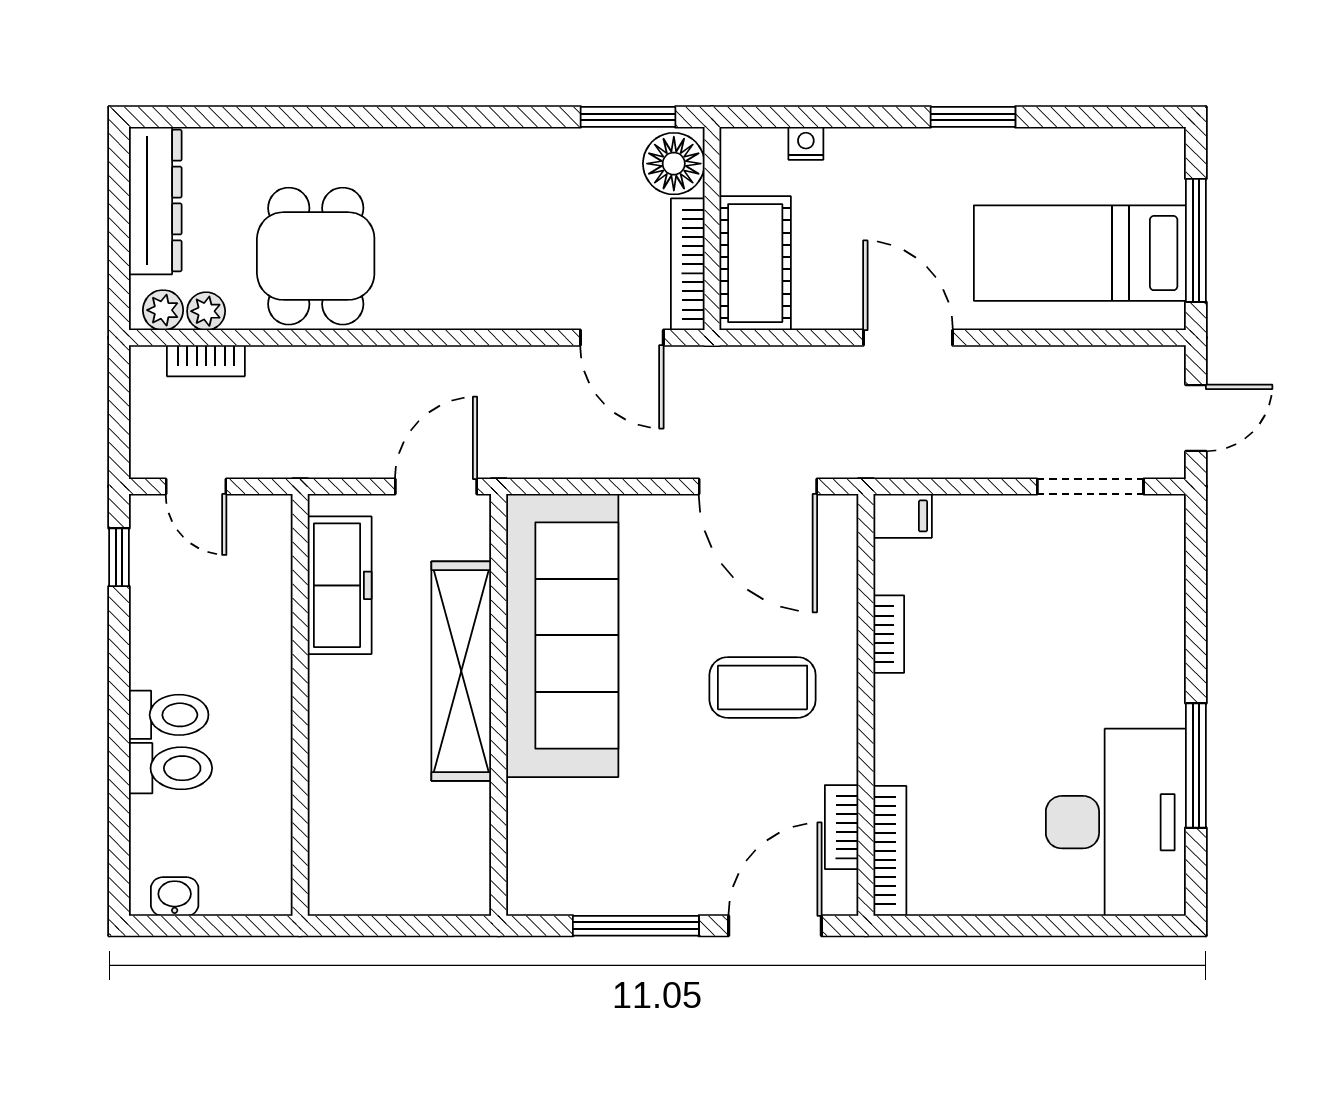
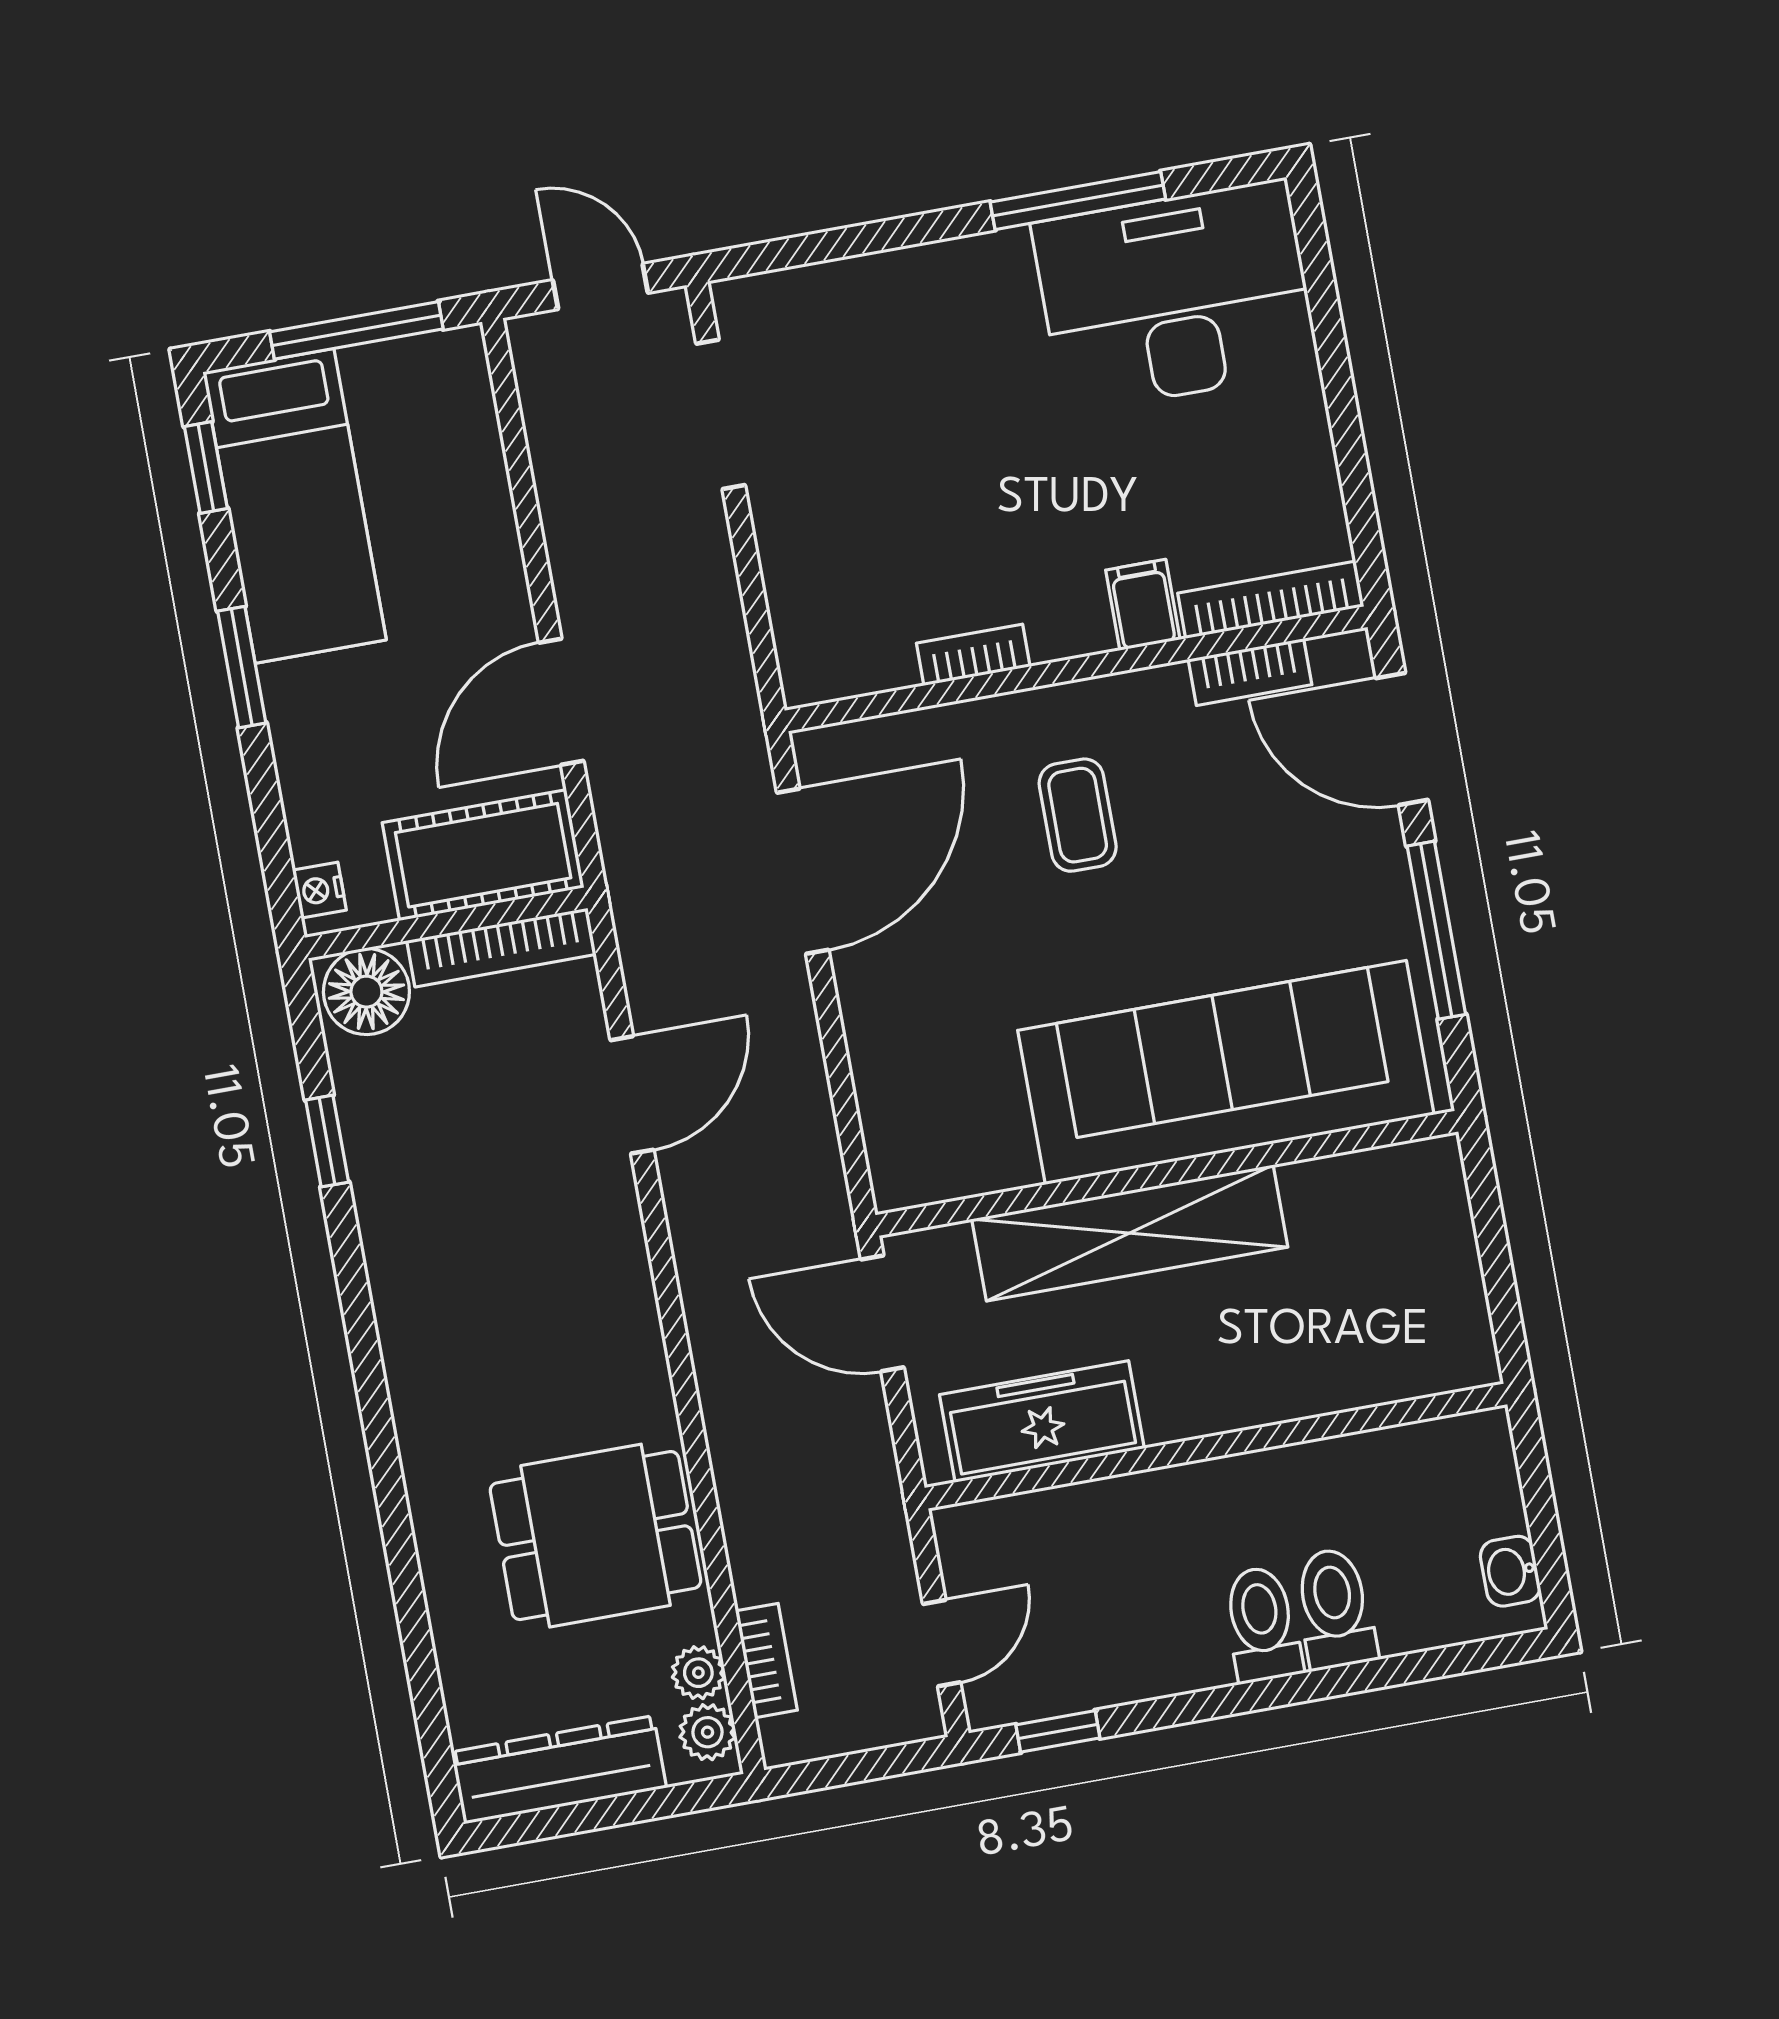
window: (628, 117) -> (327, 1141), width x0.67
window: (1118, 117) -> (206, 467), added
floor lamp: (674, 164) -> (366, 992), moved
wall: (712, 229) -> (446, 923), moved
bed: (1080, 253) -> (295, 506), moved
cot: (755, 263) -> (483, 855), moved
bookcase: (688, 264) -> (501, 948), moved
filing cabinet: (903, 516) -> (1143, 605), moved
sofa: (562, 635) -> (1226, 1073), moved
coffee table: (763, 687) -> (1078, 815), width x0.73, depth x0.77

